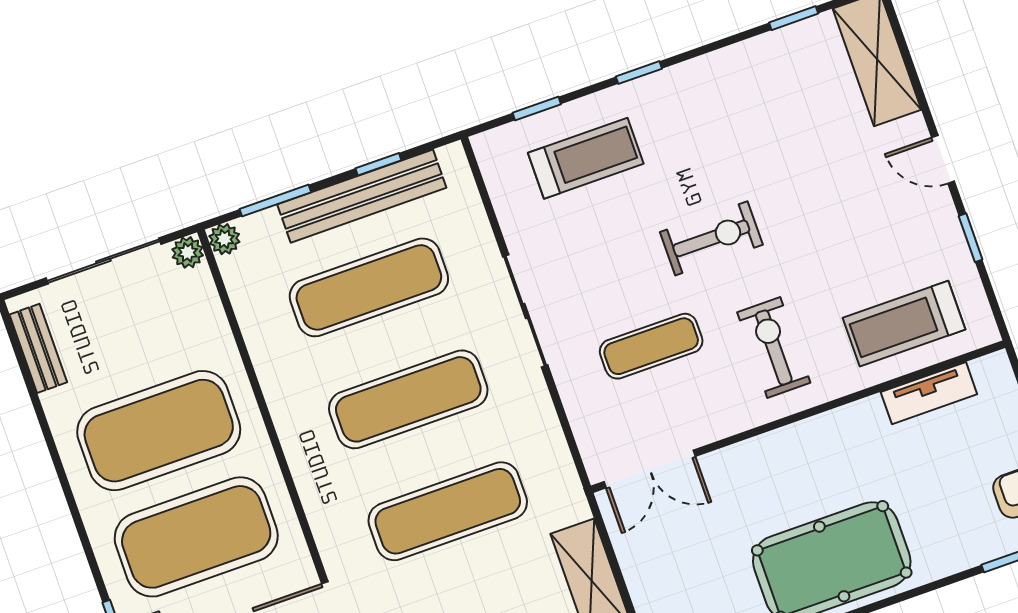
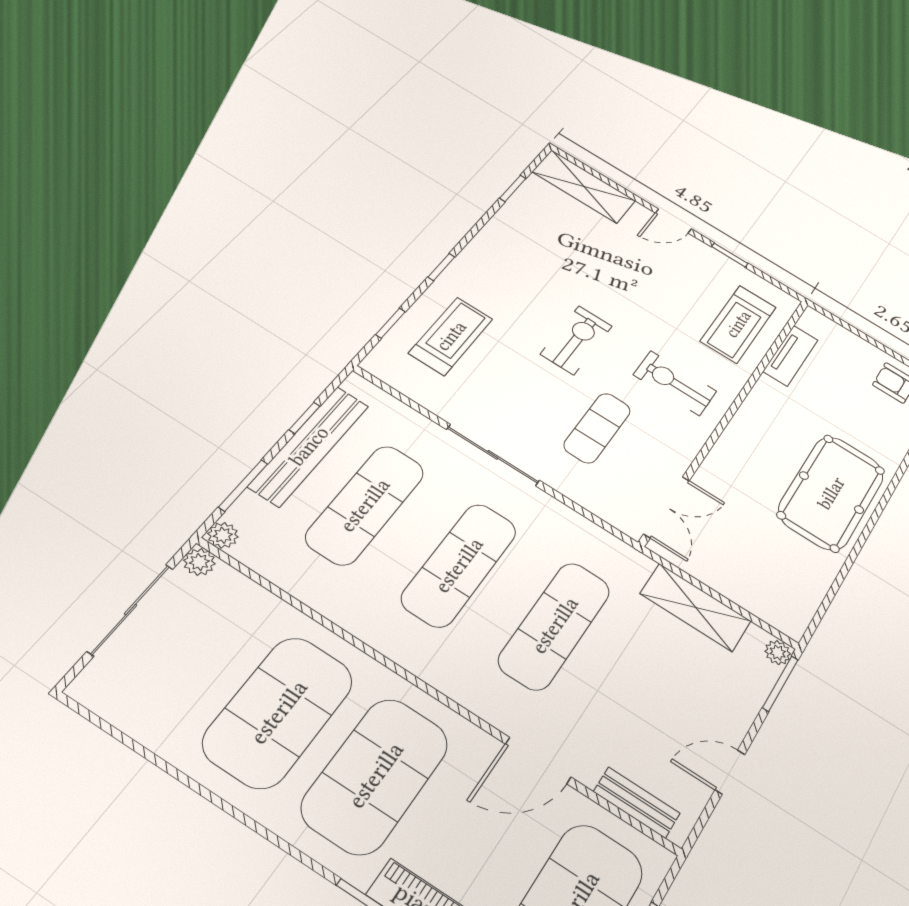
bench: (38, 348) -> (121, 712), removed

